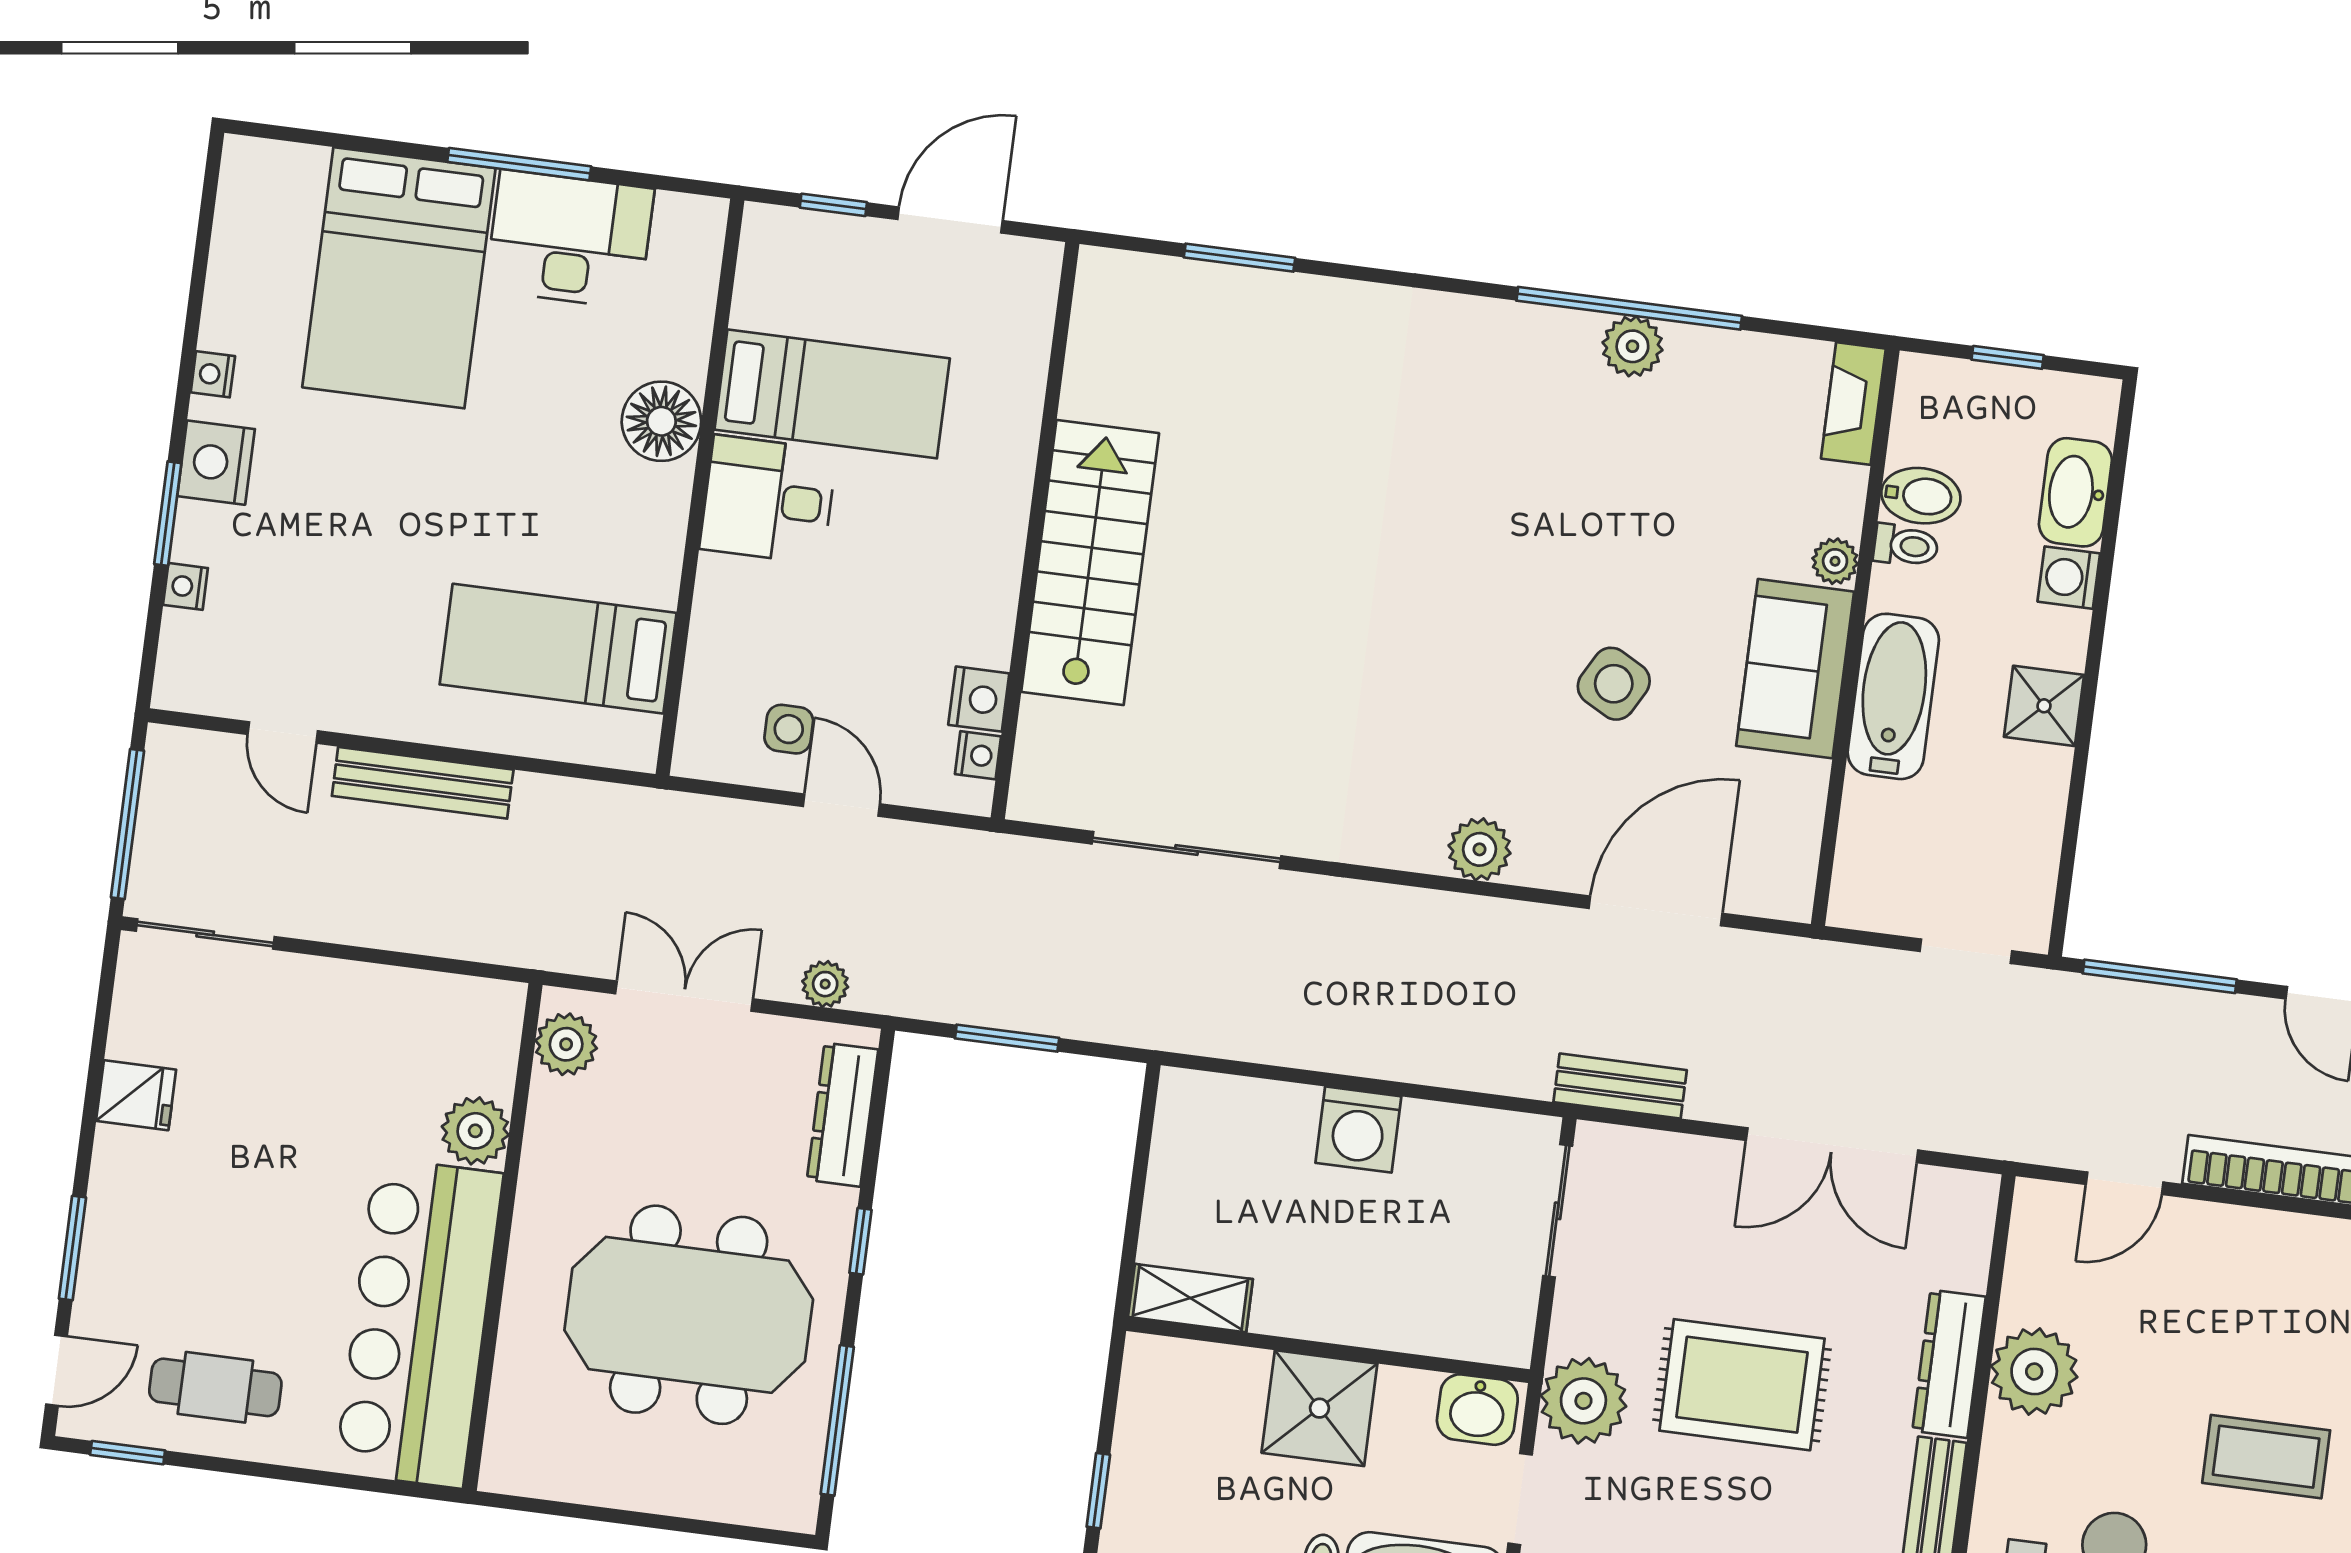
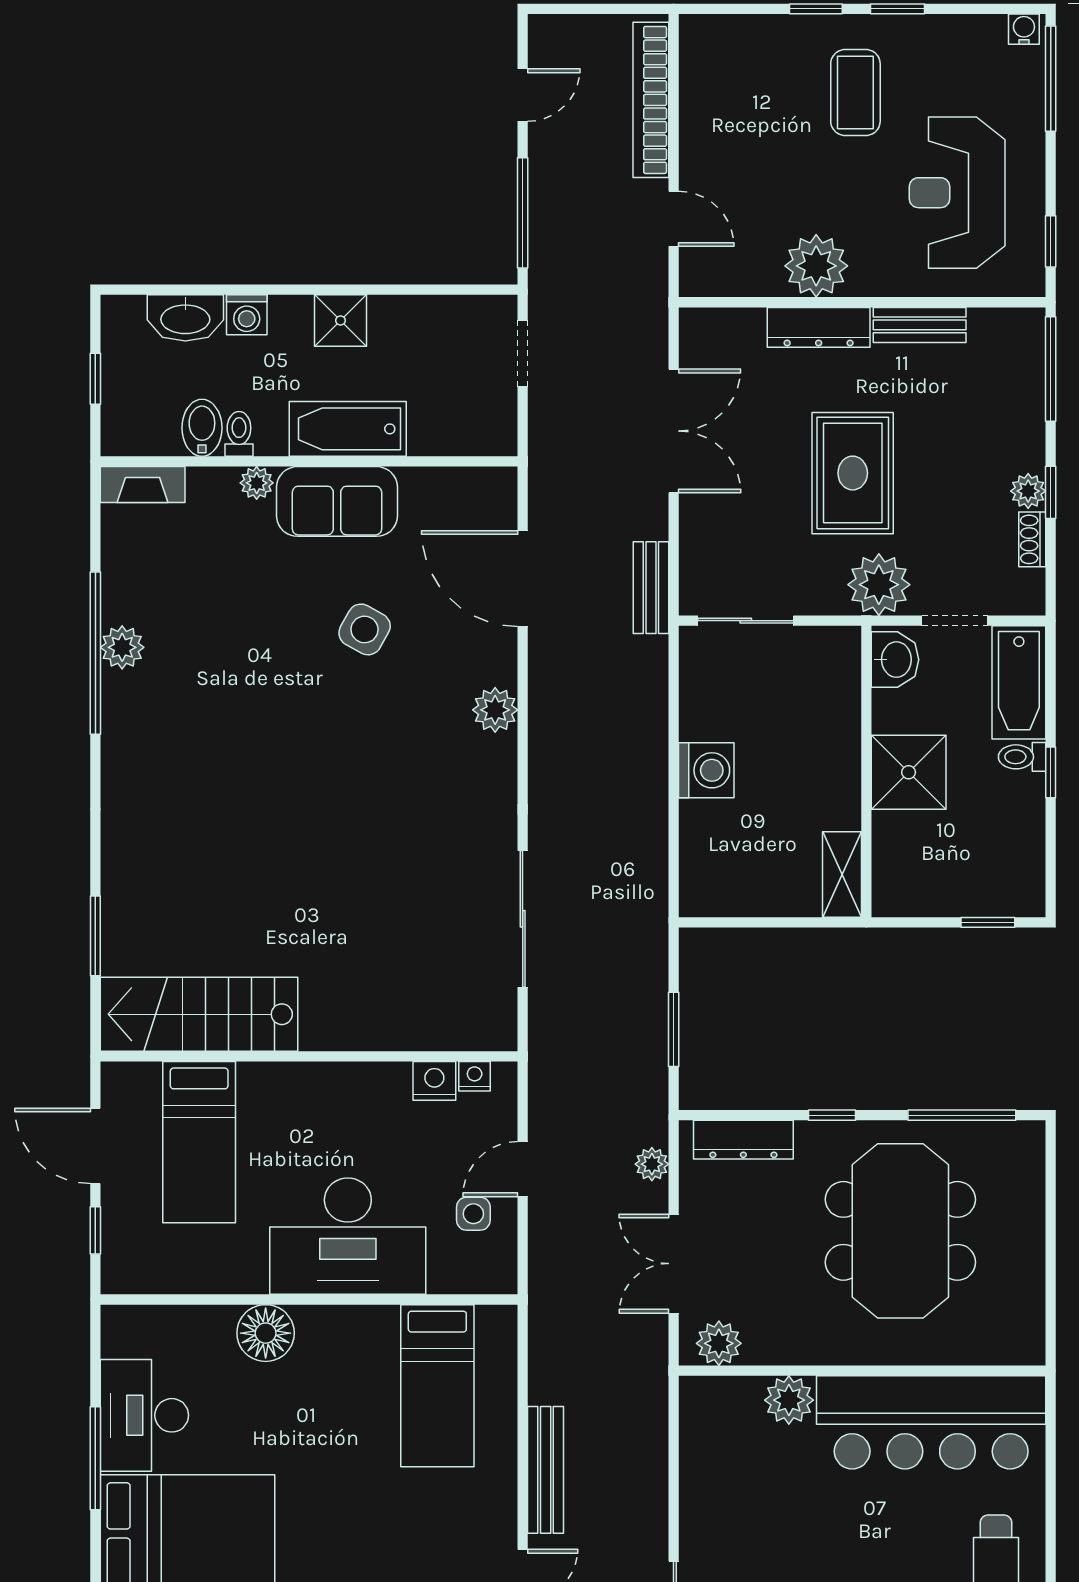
bed: (832, 394) -> (199, 1142), moved, turned 180
desk: (768, 500) -> (348, 1236), width x1.87, depth x1.30
stairs: (1090, 562) -> (199, 1014), moved

